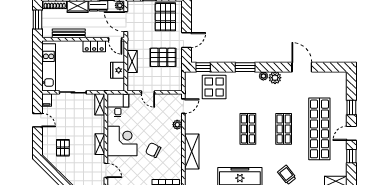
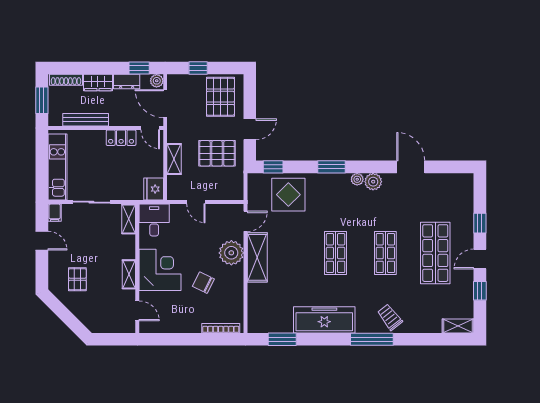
fridge: (118, 70) -> (154, 189), moved
plant: (177, 125) -> (231, 253), width x1.87, depth x1.87
shop shelf: (319, 129) -> (435, 253), width x0.71
shelving: (192, 151) -> (257, 257), moved

